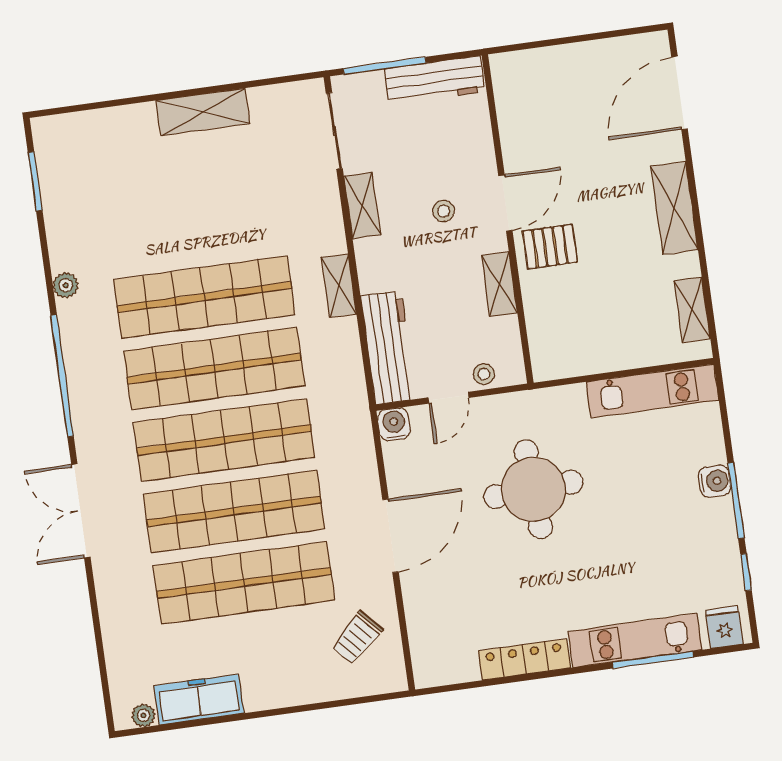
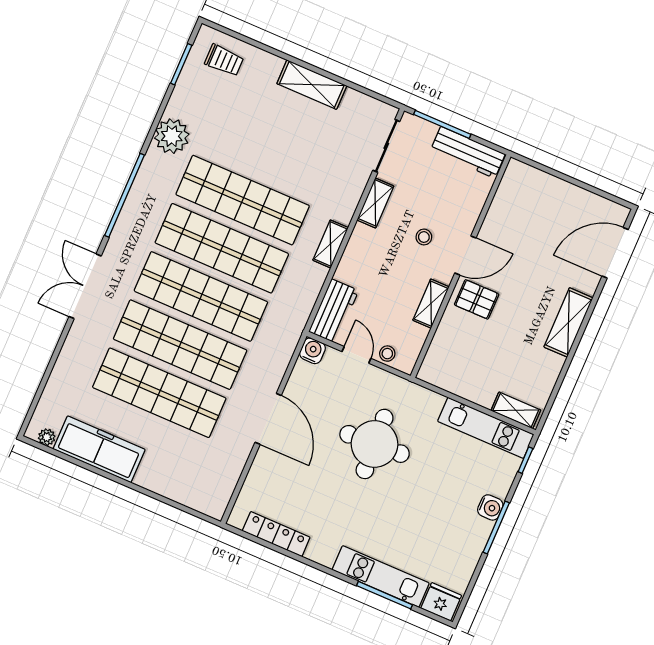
plant: (66, 285) -> (172, 136), width x1.88, depth x1.88
shelving: (692, 310) -> (516, 410), moved, turned 90
workbench: (388, 348) -> (334, 311), width x0.73
door: (449, 398) -> (356, 355), swing flipped
door: (391, 536) -> (268, 419), hinge flipped
window: (746, 572) -> (525, 460), moved
fridge: (724, 627) -> (441, 602), width x1.38
trolley: (357, 638) -> (224, 60), moved, turned -137
locker: (524, 659) -> (276, 534), moved
freezer: (199, 700) -> (99, 449), width x1.36, depth x1.26

